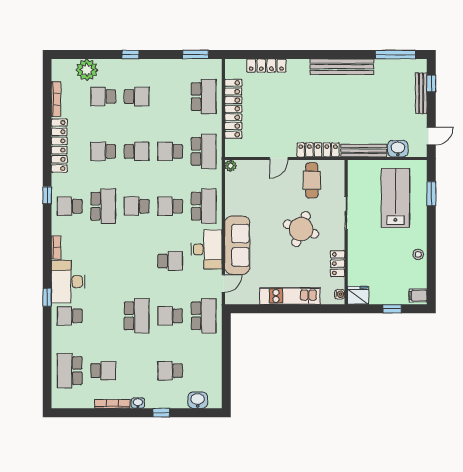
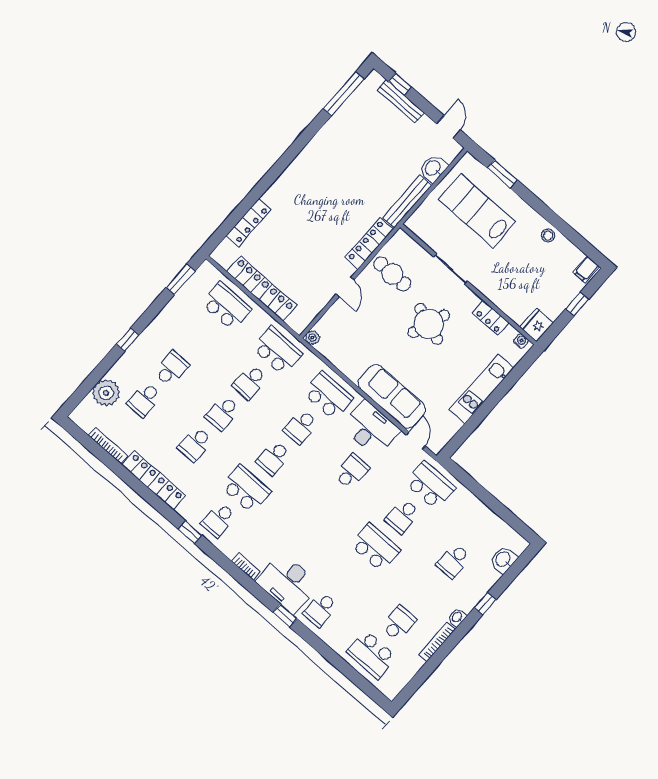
bench: (342, 67) -> (311, 153), removed
school desk: (137, 151) -> (222, 413), turned 180

